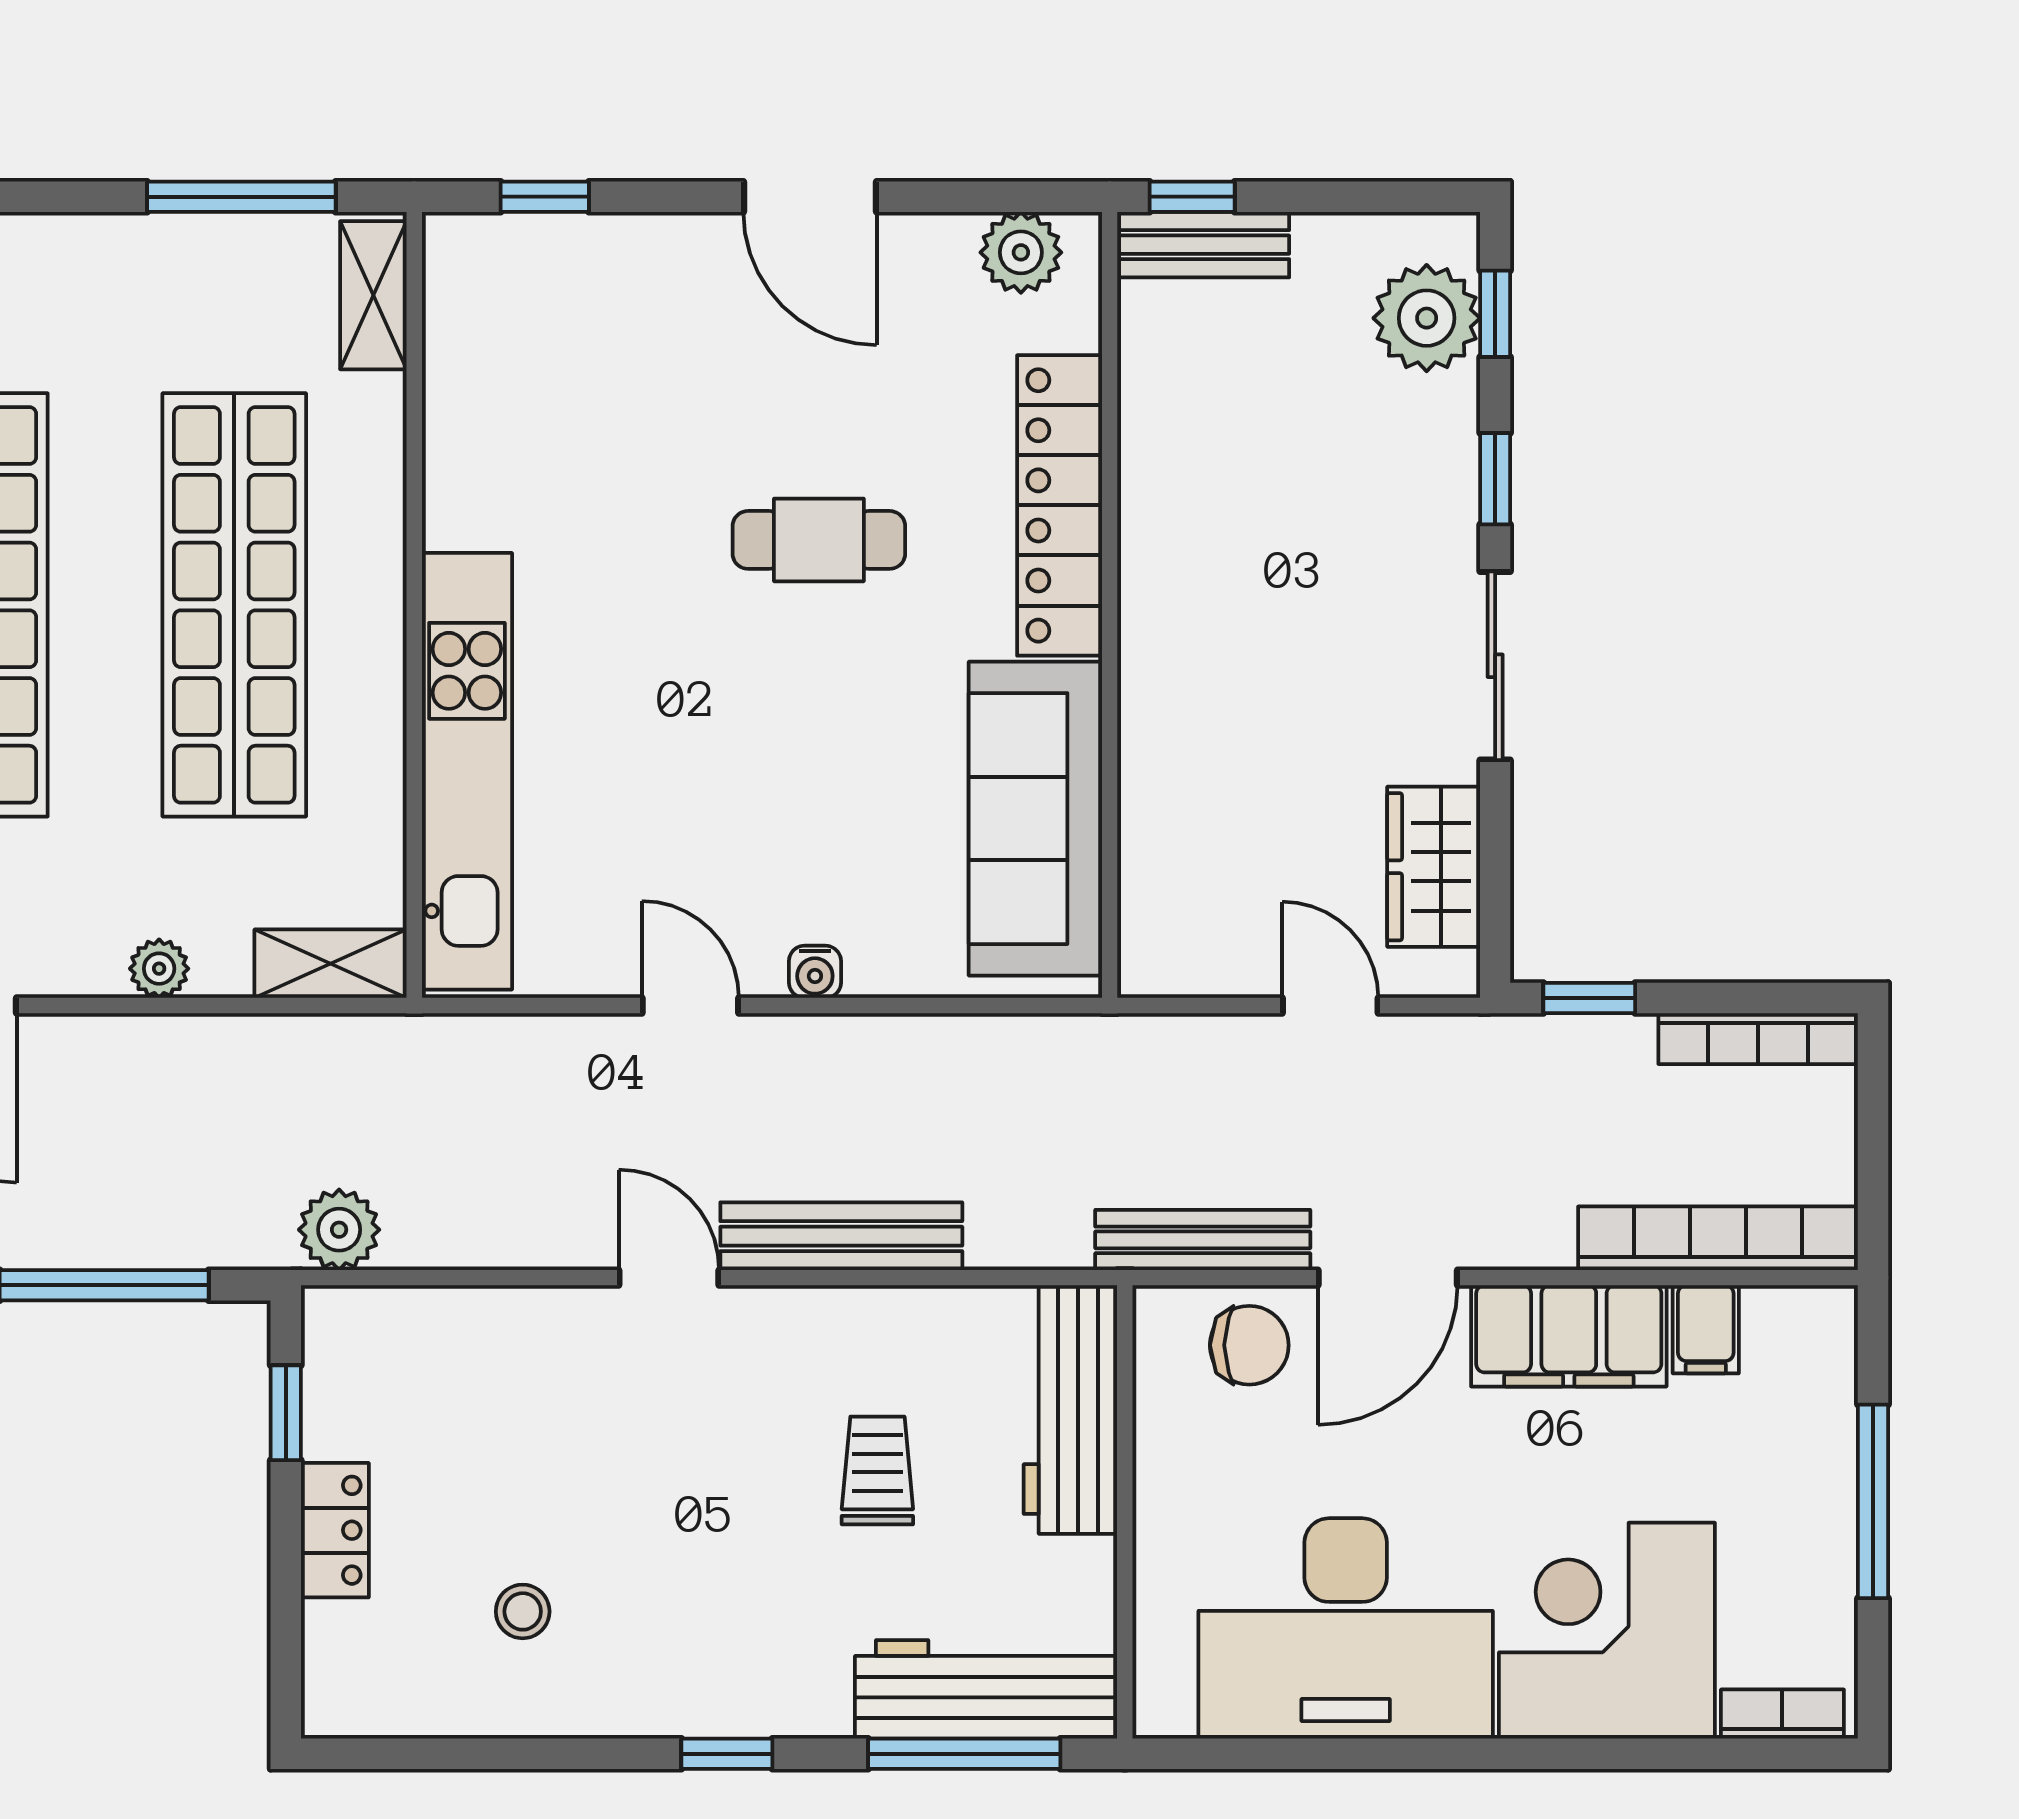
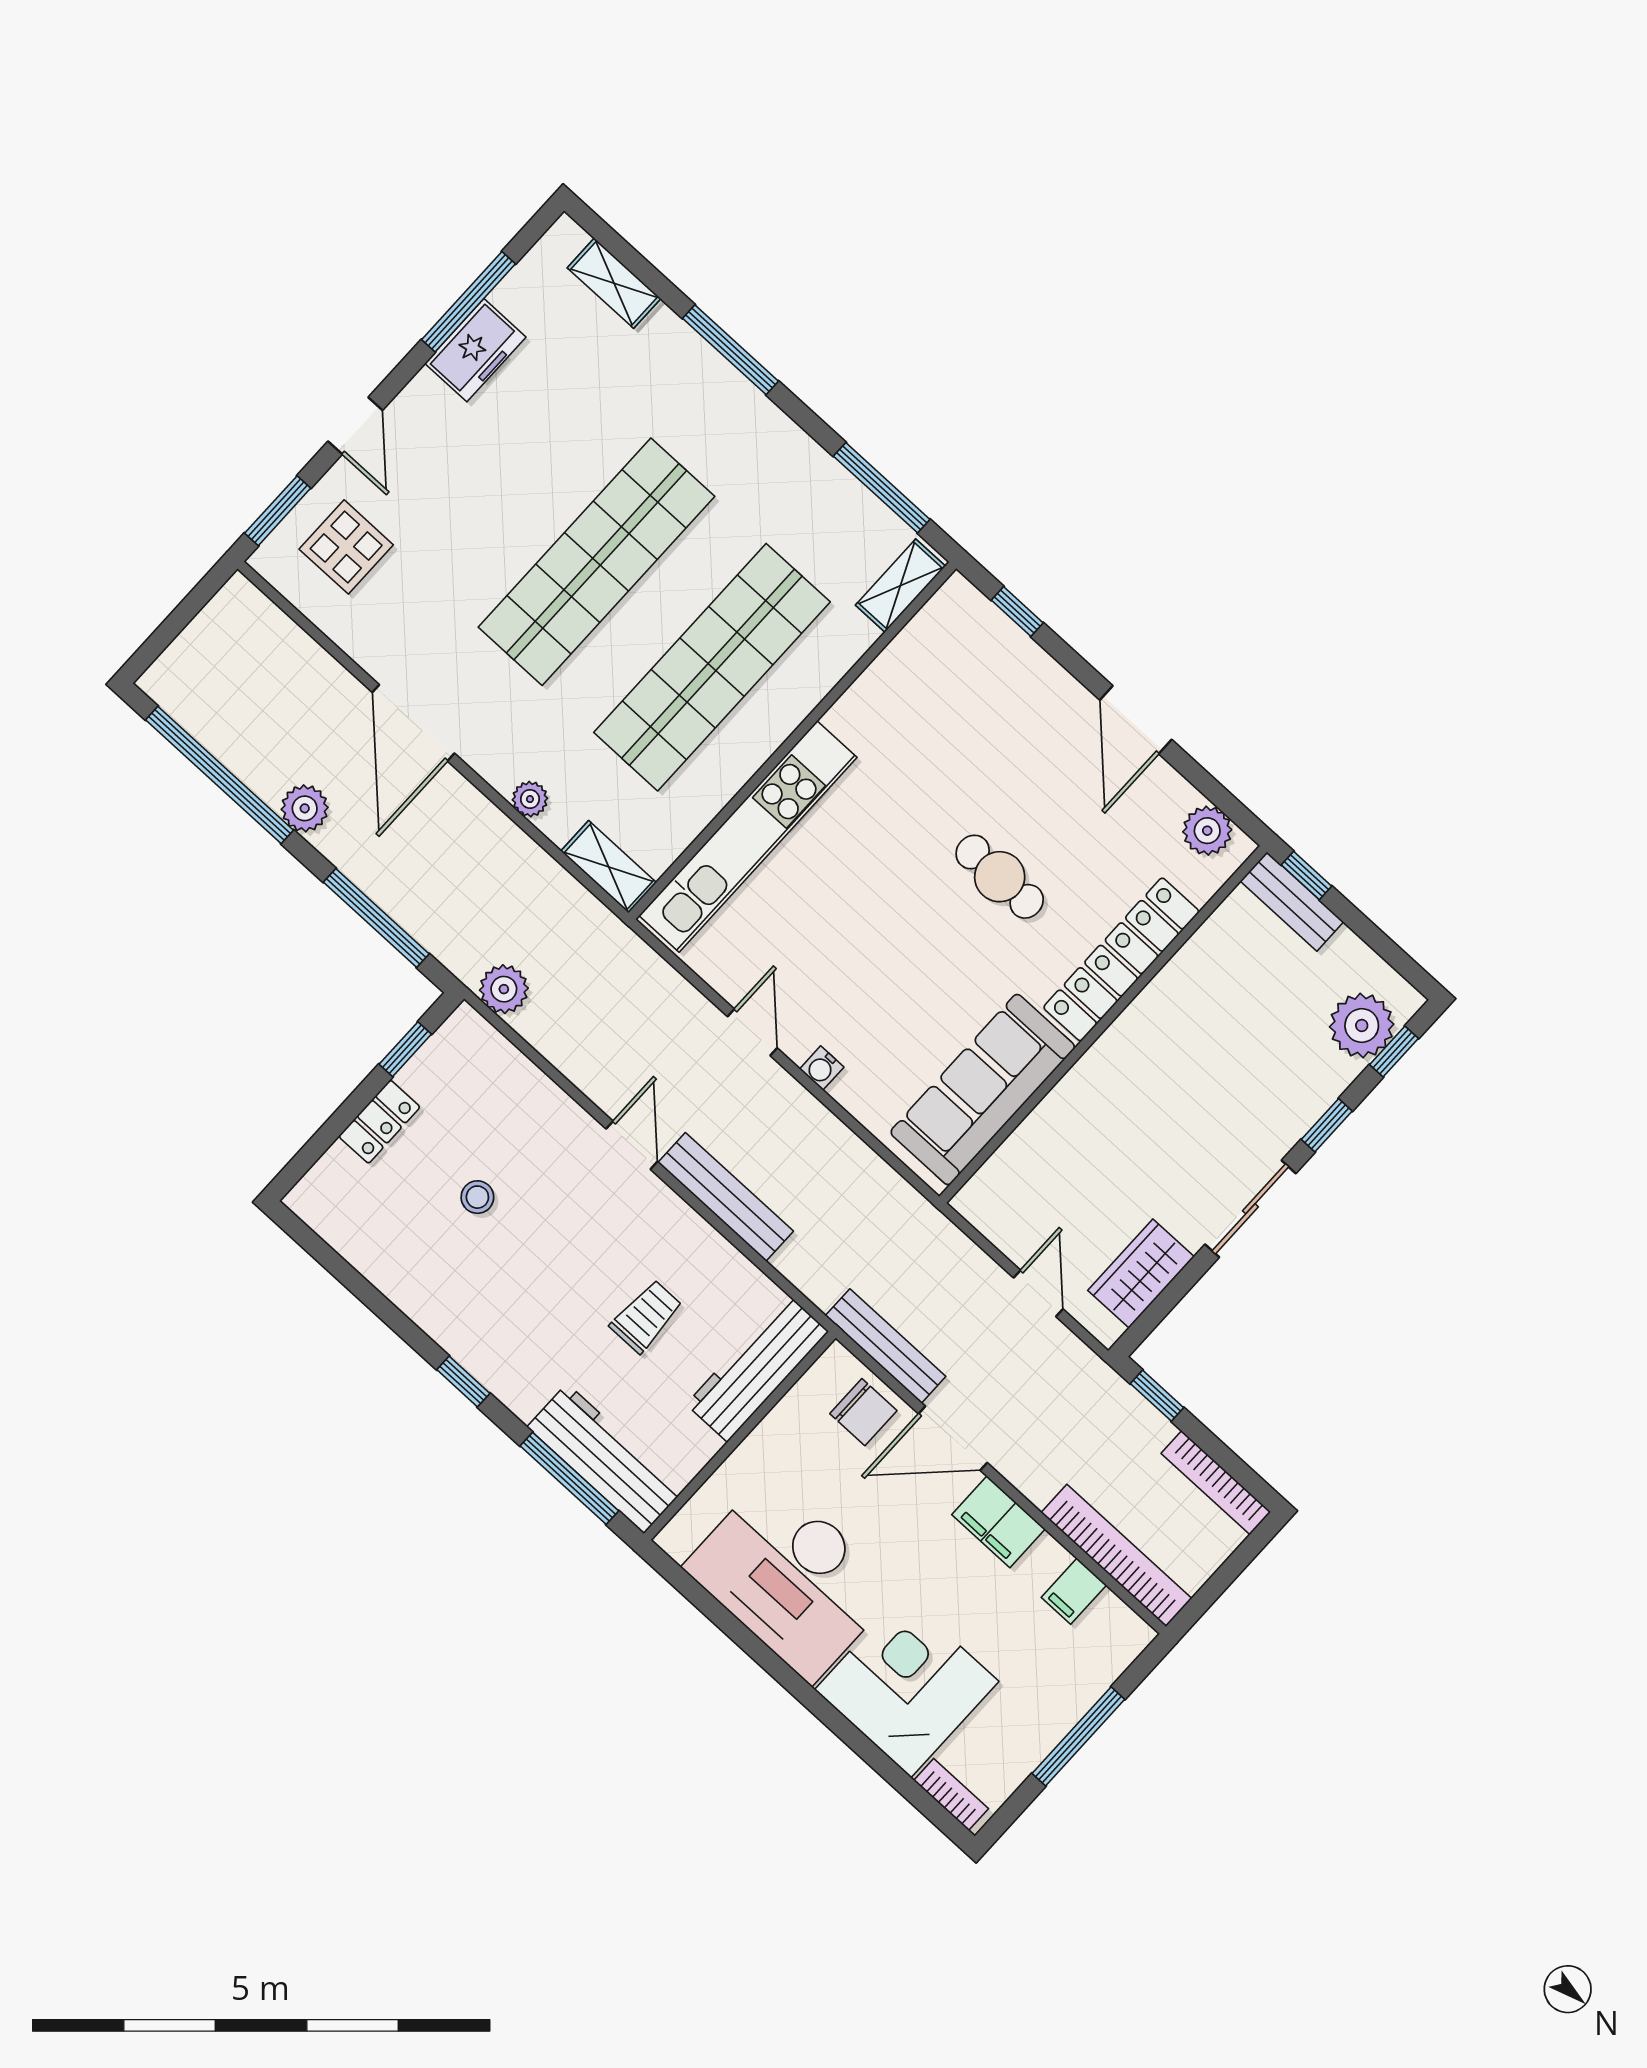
filing cabinet: (1569, 1336) -> (998, 1522), width x0.67, depth x0.86
stool: (523, 1611) -> (477, 1197), moved

